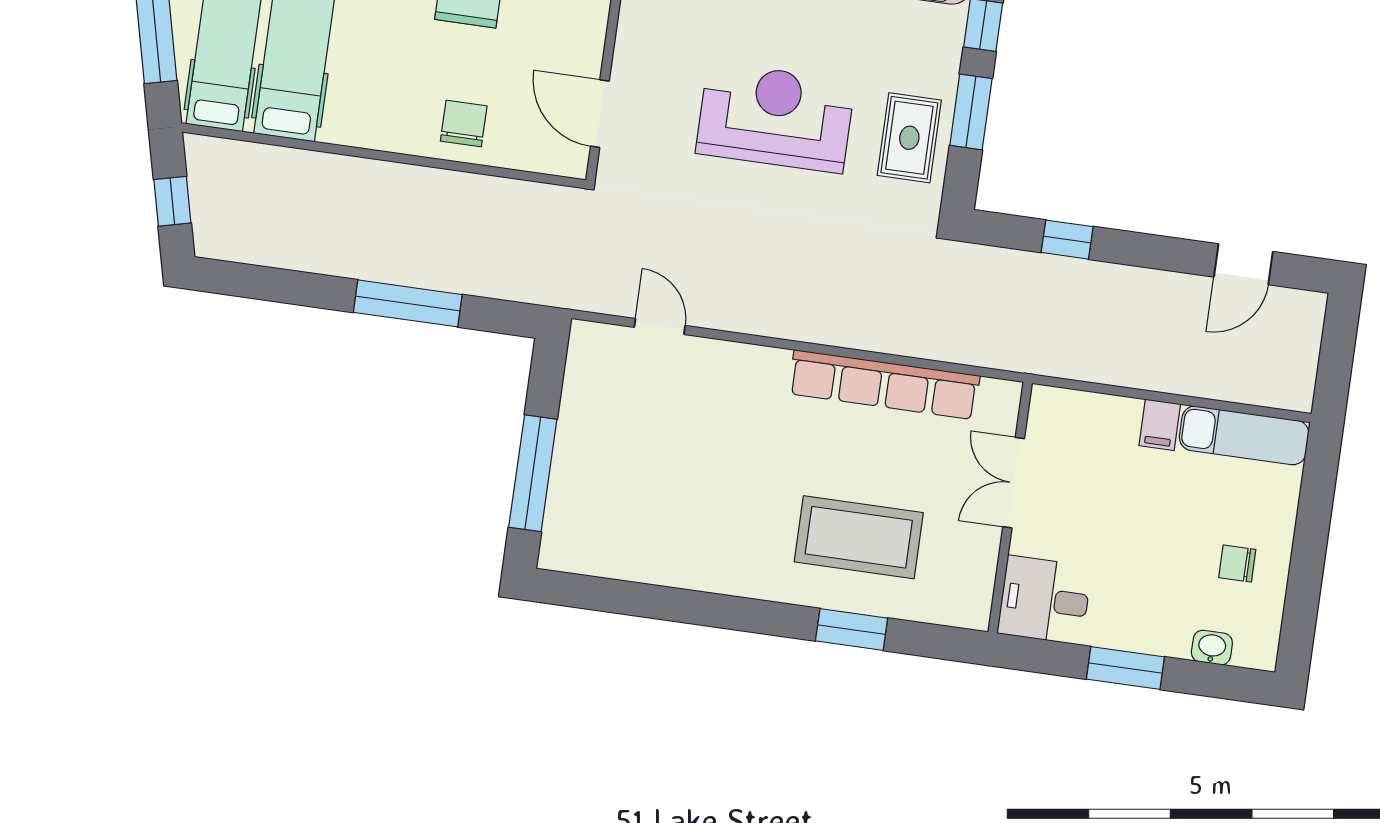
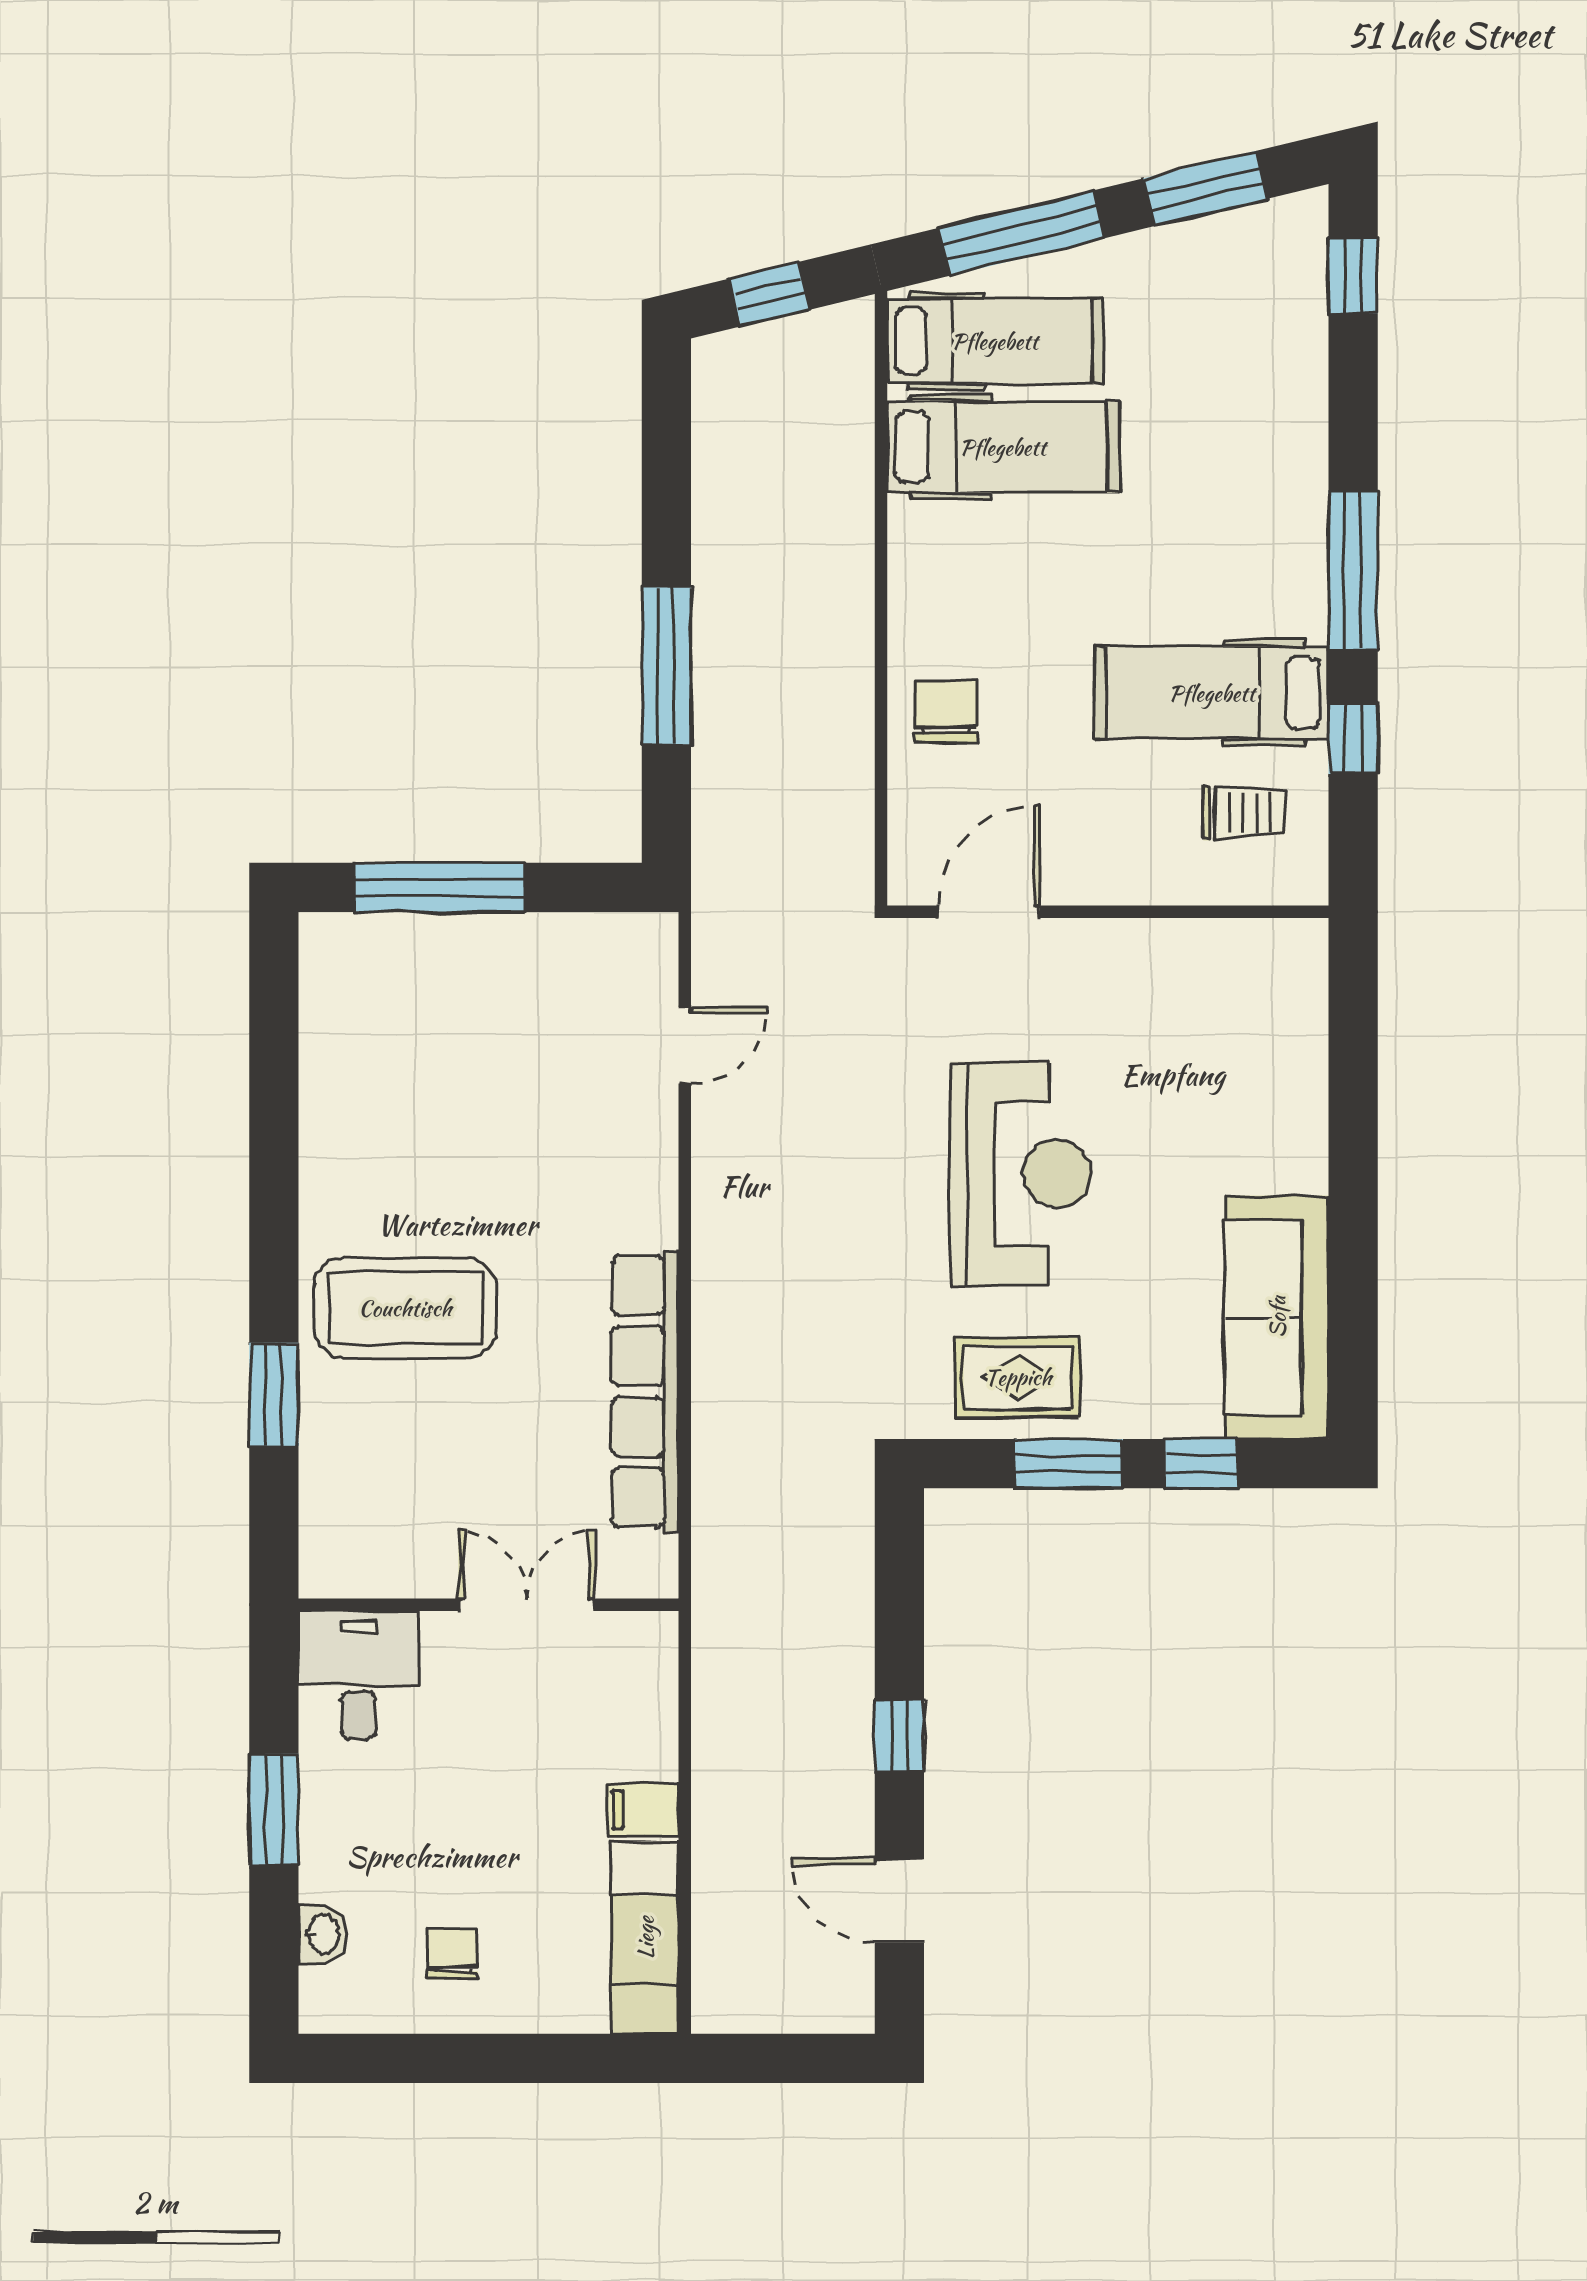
chair: (464, 124) -> (946, 711), turned -90
window: (1067, 240) -> (899, 1736), moved
coffee table: (859, 537) -> (405, 1308), moved, turned 90

